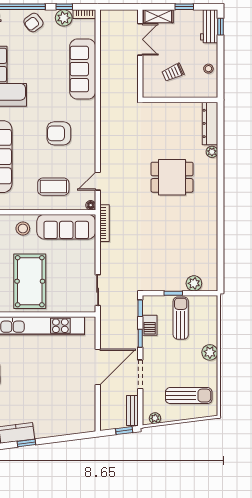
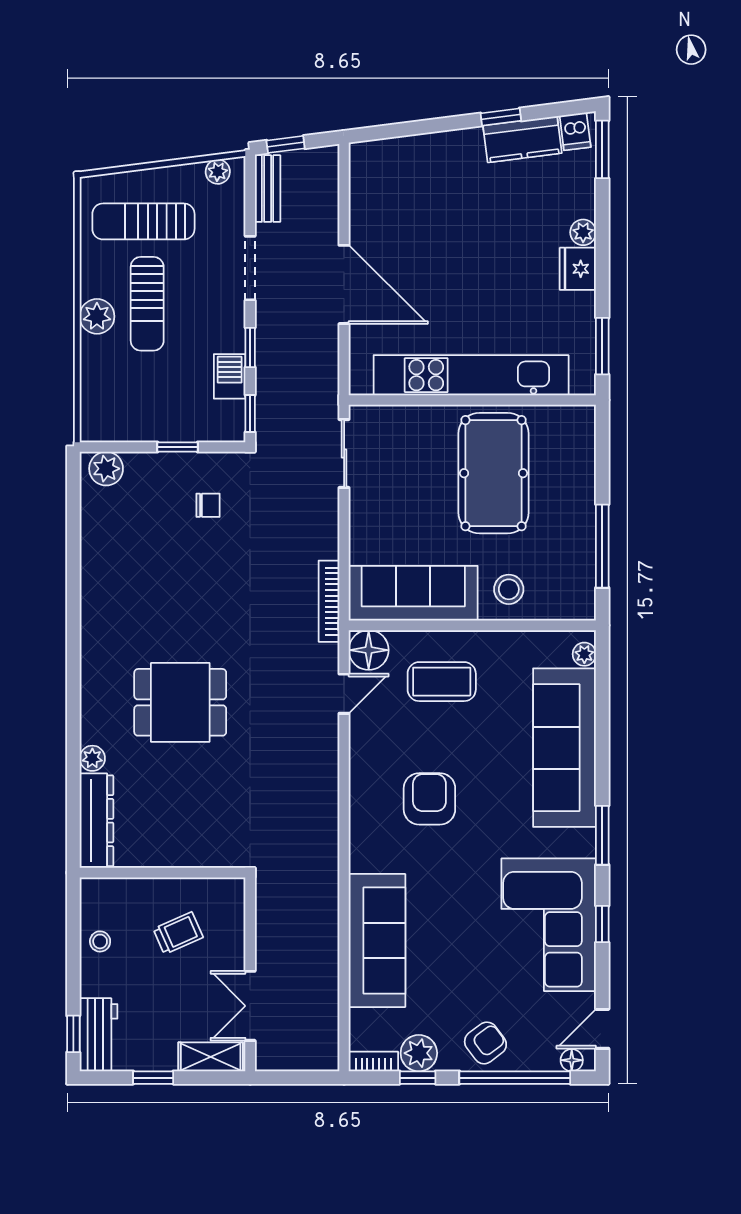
armchair: (59, 133) -> (429, 799), turned -90
floor lamp: (91, 205) -> (369, 650), width x1.89, depth x1.89
chair: (159, 267) -> (208, 505), added
plant: (194, 283) -> (106, 469), moved
sun lounger: (181, 318) -> (147, 304), moved
door: (98, 367) -> (344, 284), swing flipped

